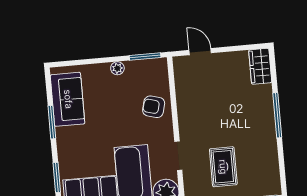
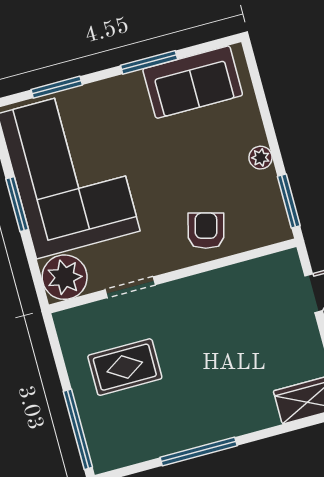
window: (277, 115) -> (199, 451), moved

